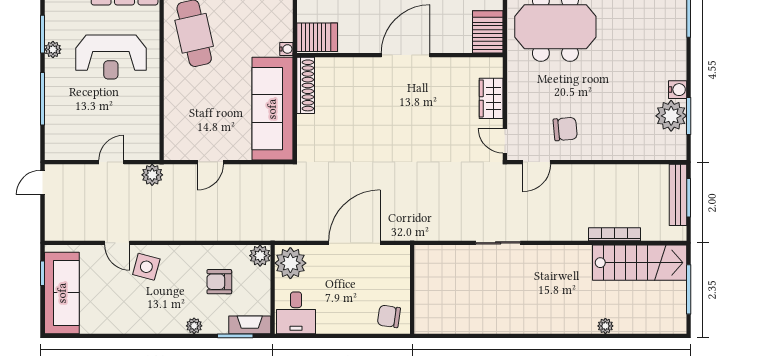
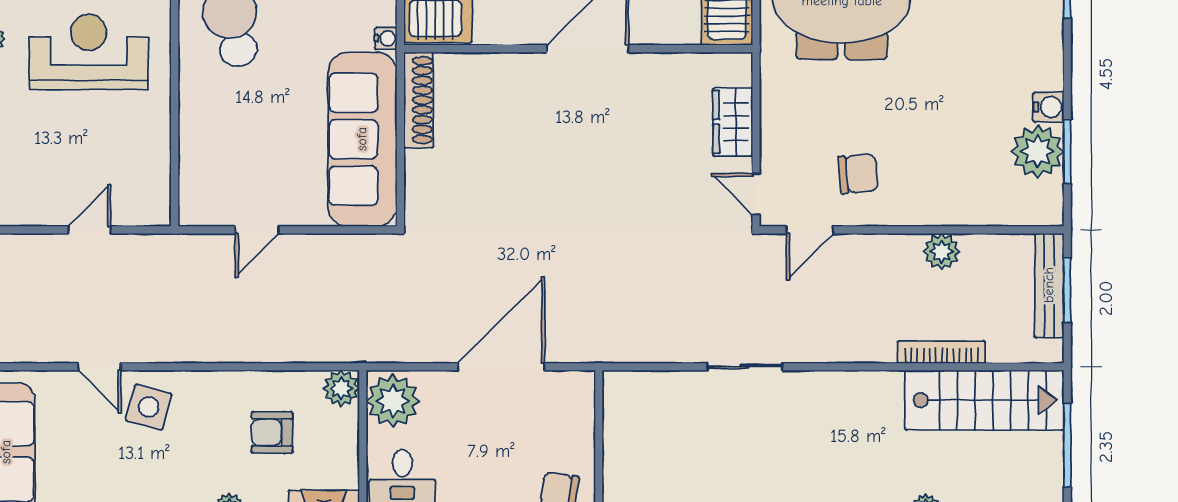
reception desk: (111, 57) -> (89, 52), turned 180
plant: (152, 175) -> (942, 251), moved

